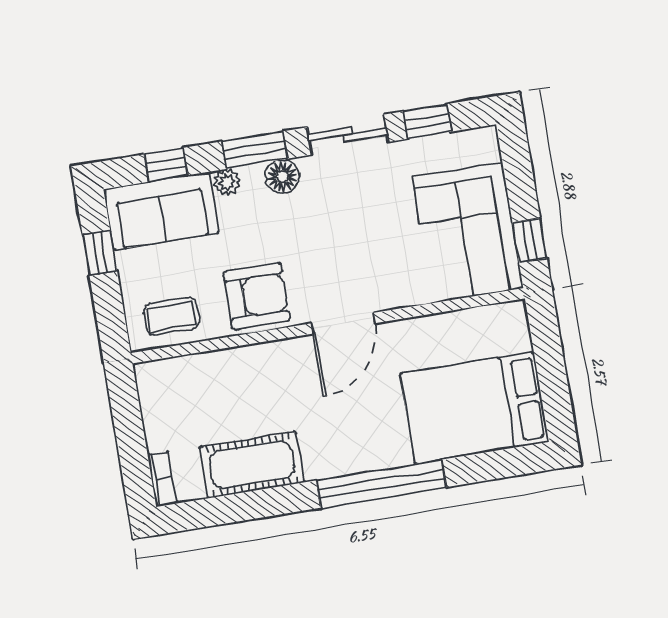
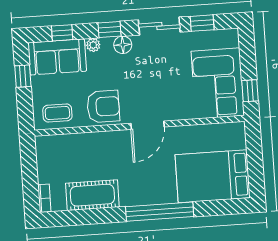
window: (255, 150) -> (110, 29), width x0.67

